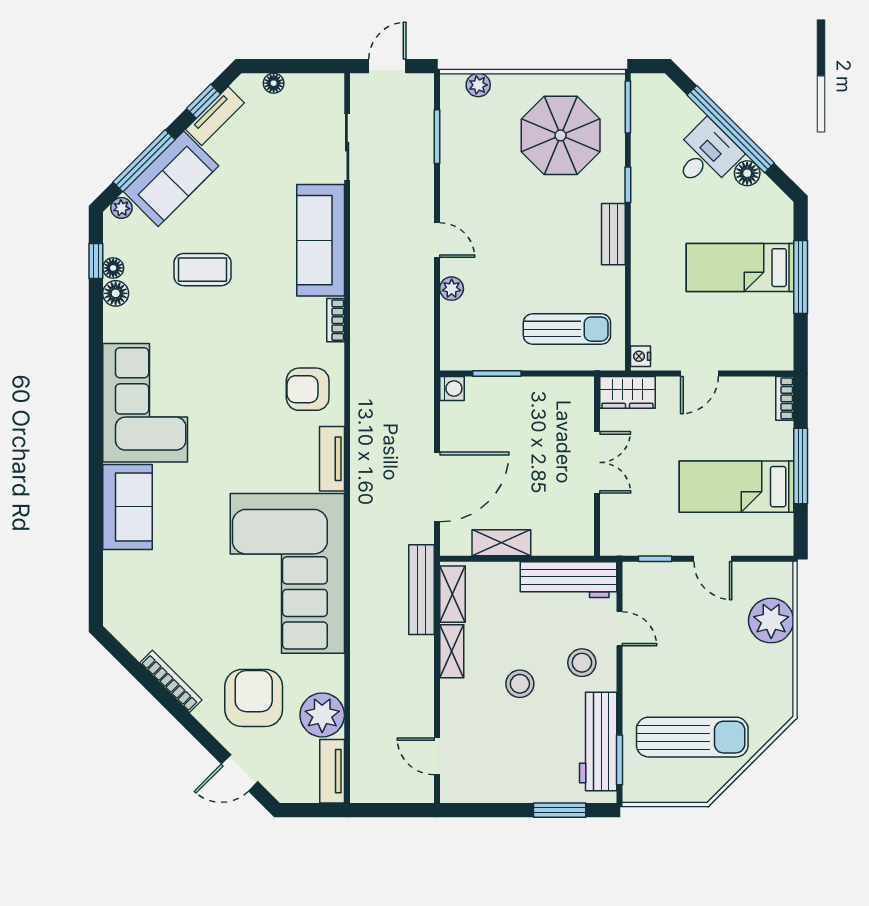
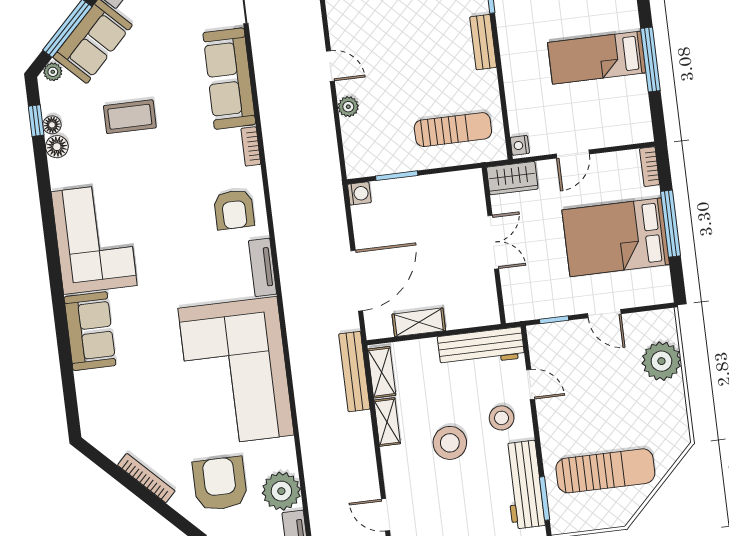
armchair: (308, 389) -> (234, 210), turned -90
bed: (736, 487) -> (616, 237), width x1.50
stool: (520, 684) -> (450, 443), width x1.38, depth x1.38

